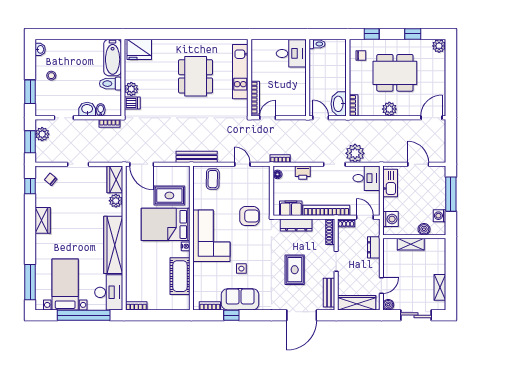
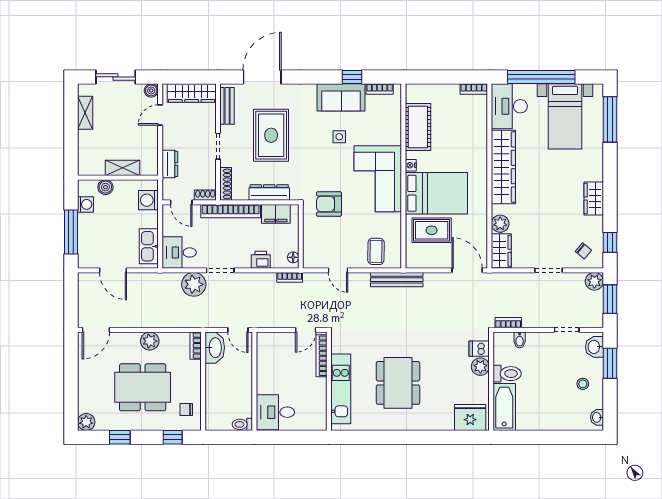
washbasin: (87, 109) -> (594, 347), moved, turned 90
plant: (42, 134) -> (594, 281), moved
rug: (295, 270) -> (271, 135), width x1.36, depth x1.43

